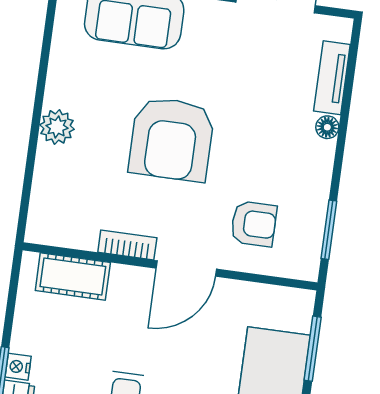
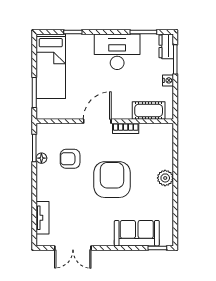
floor lamp: (327, 127) -> (41, 158), moved
armchair: (254, 224) -> (70, 159), moved
nightstand: (18, 367) -> (168, 80), moved

